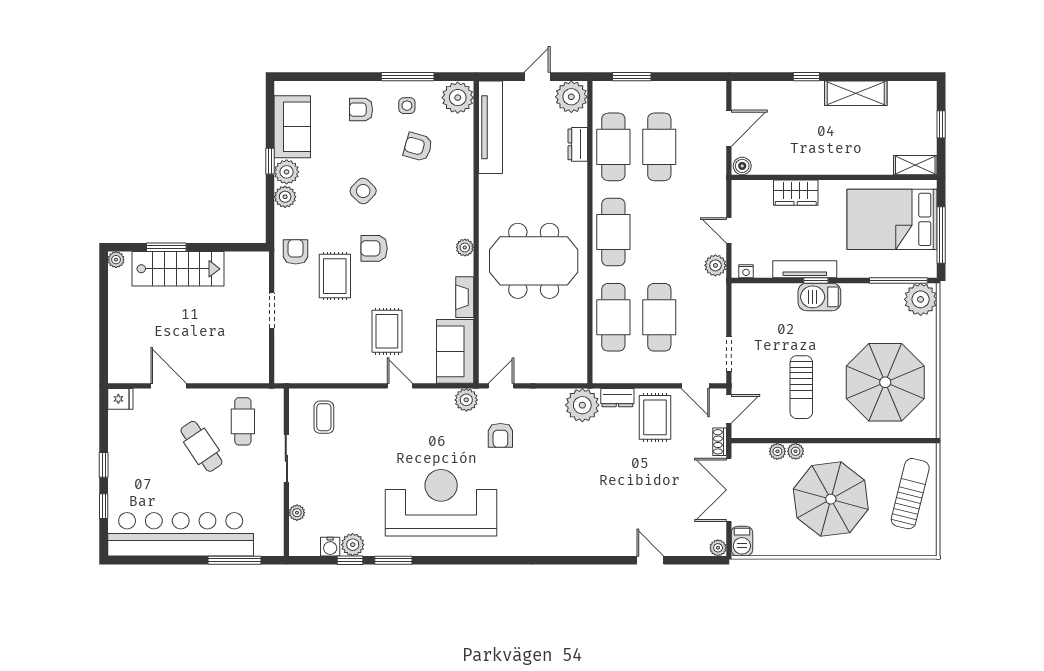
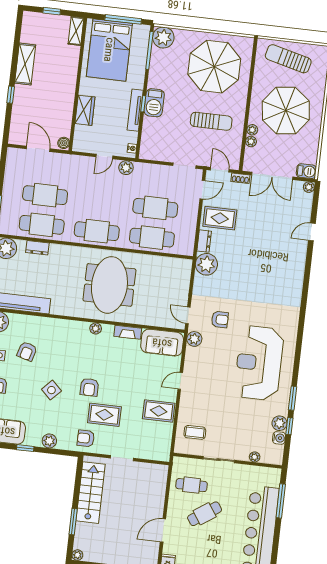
plant: (287, 172) -> (33, 438), removed
stairs: (178, 269) -> (91, 493), moved
rug: (387, 331) -> (159, 411), moved

